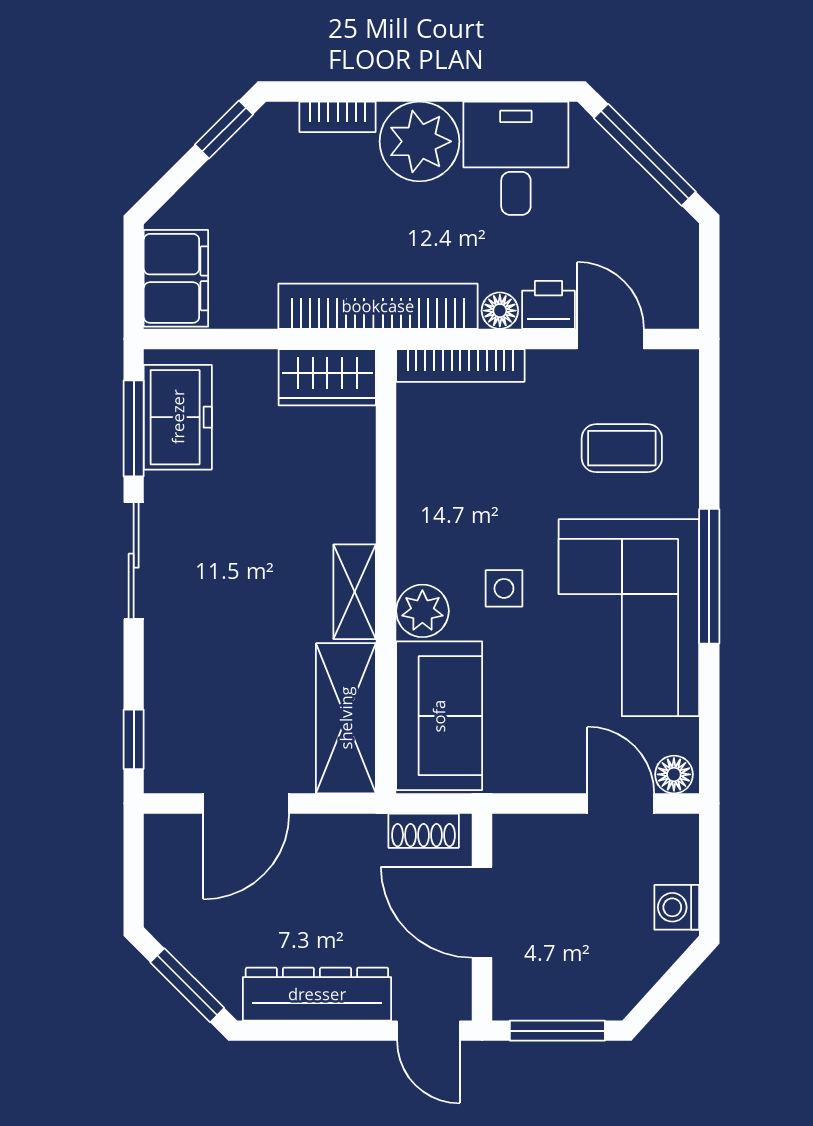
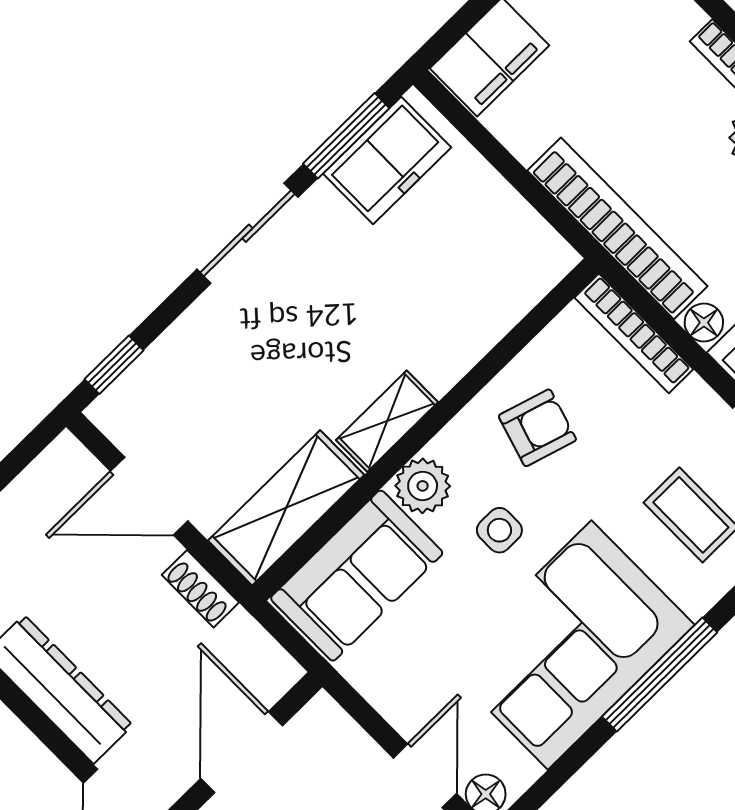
wardrobe: (327, 377) -> (527, 243), removed
armchair: (460, 494) -> (537, 428), added
shoe rack: (424, 831) -> (200, 589), moved

